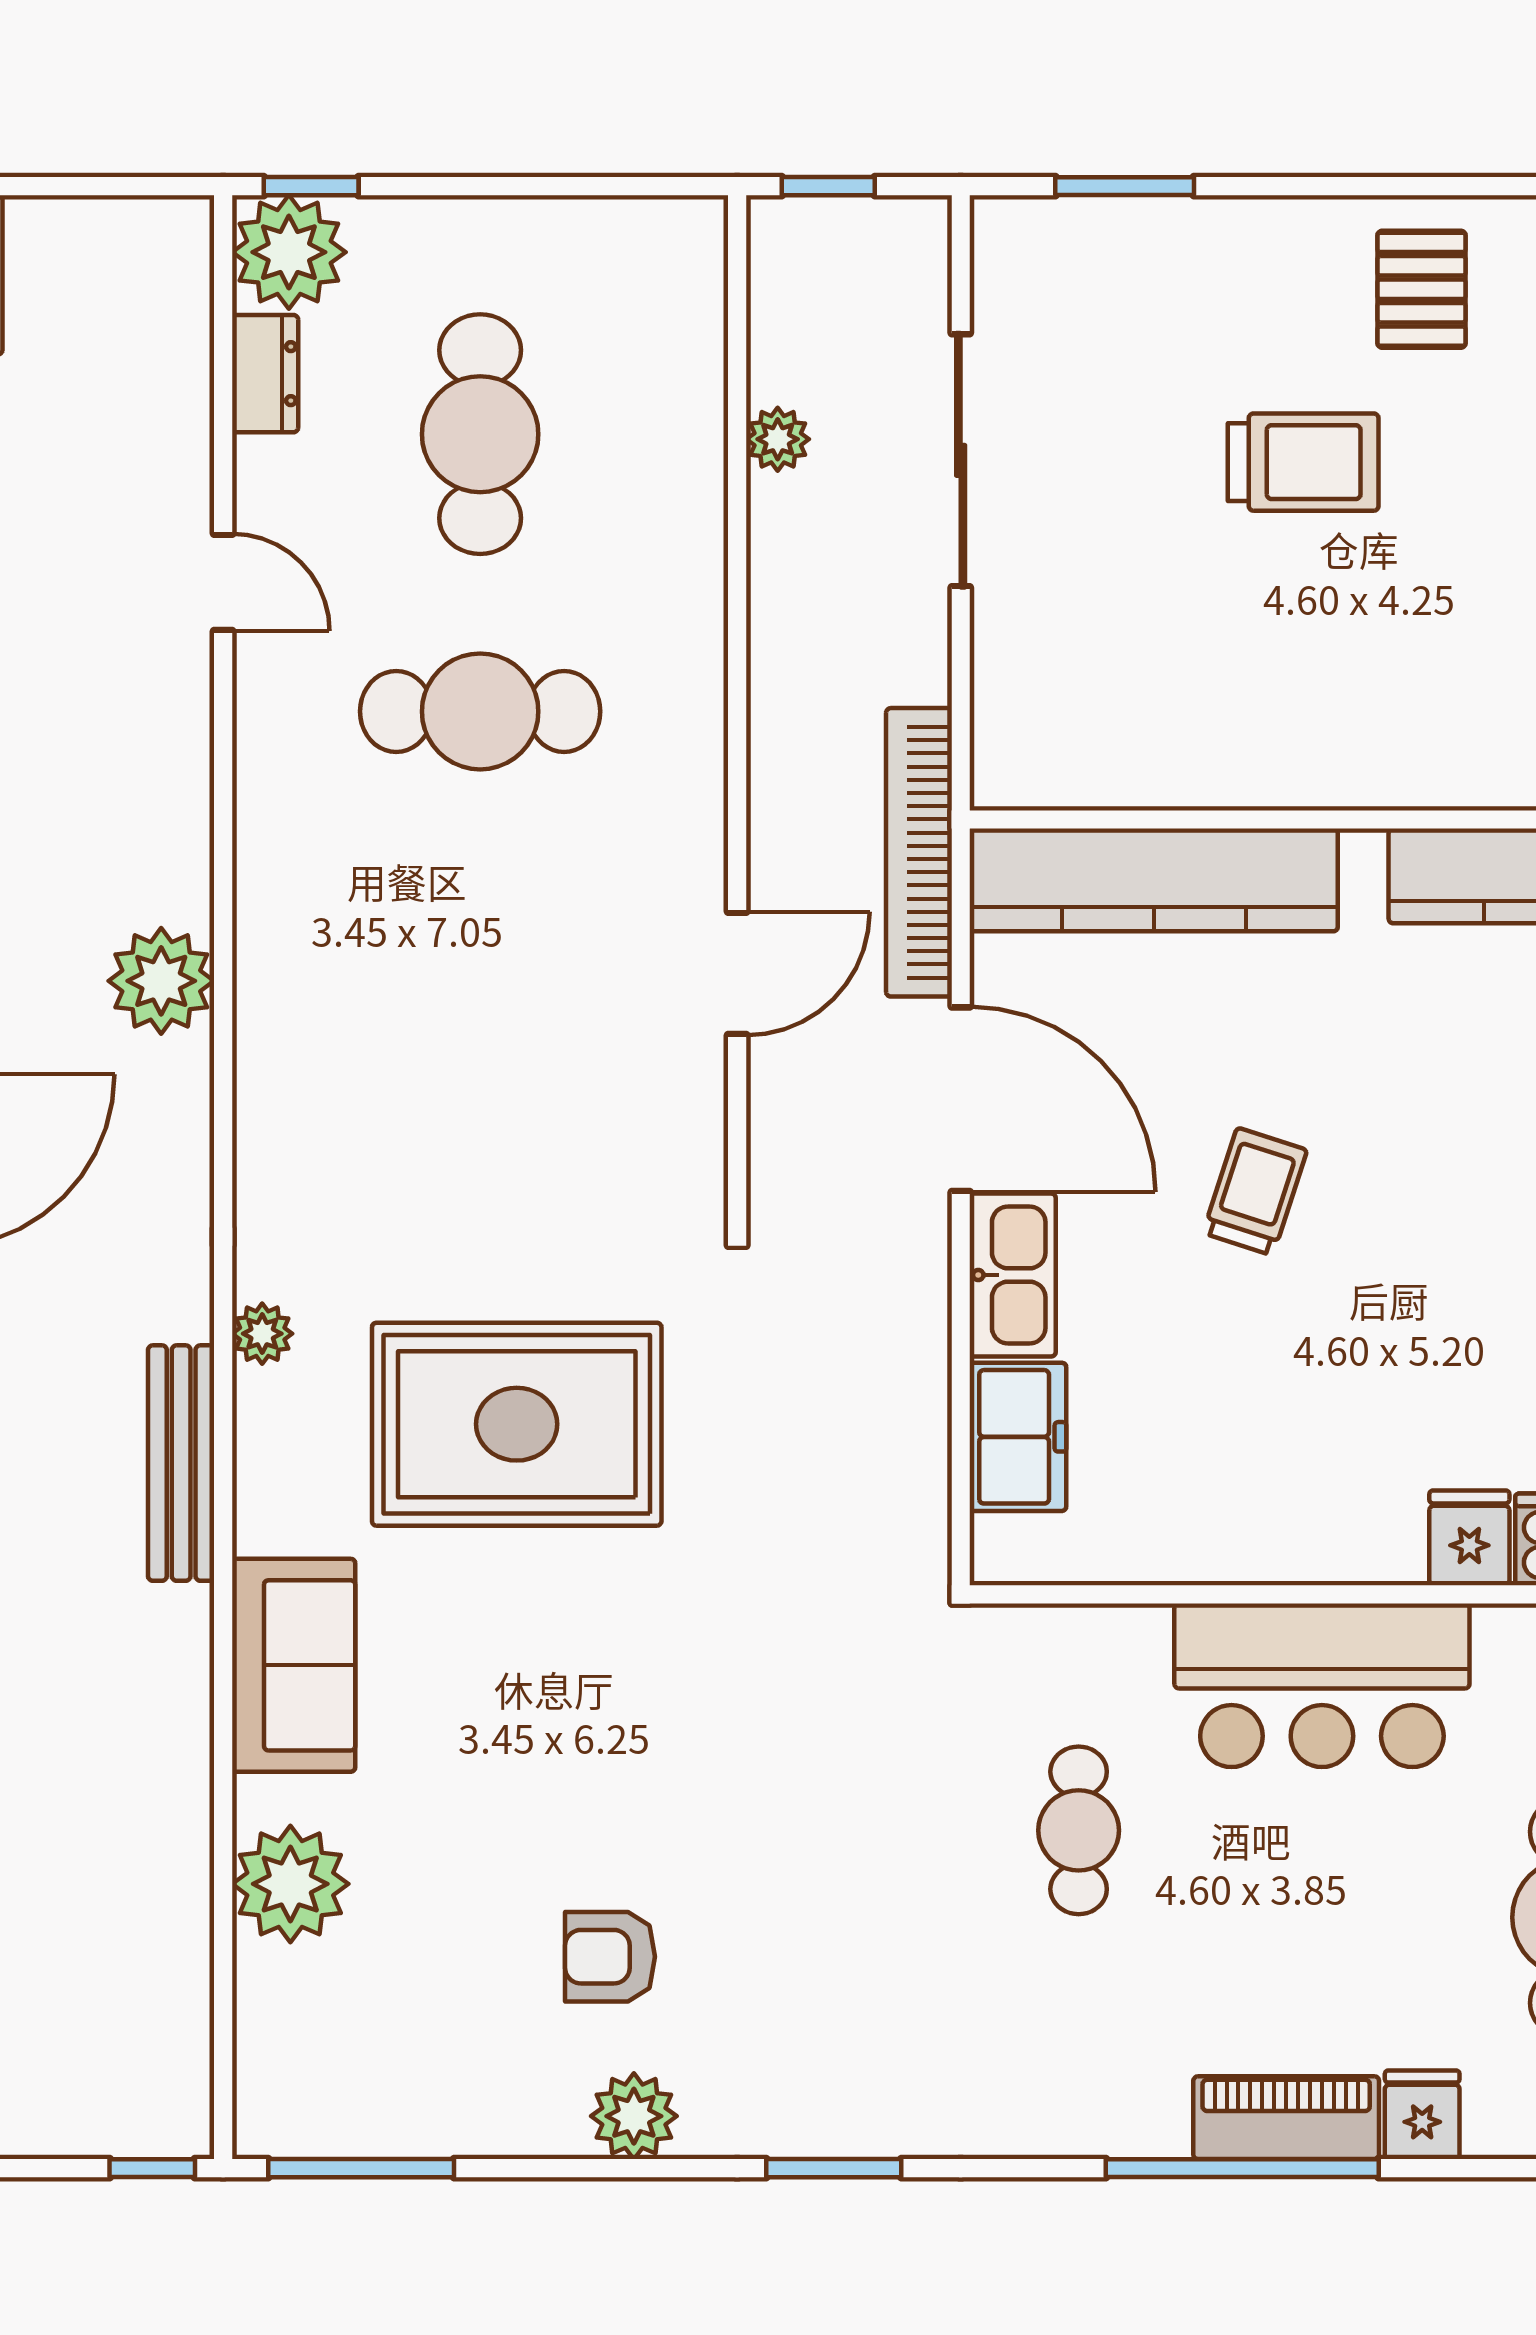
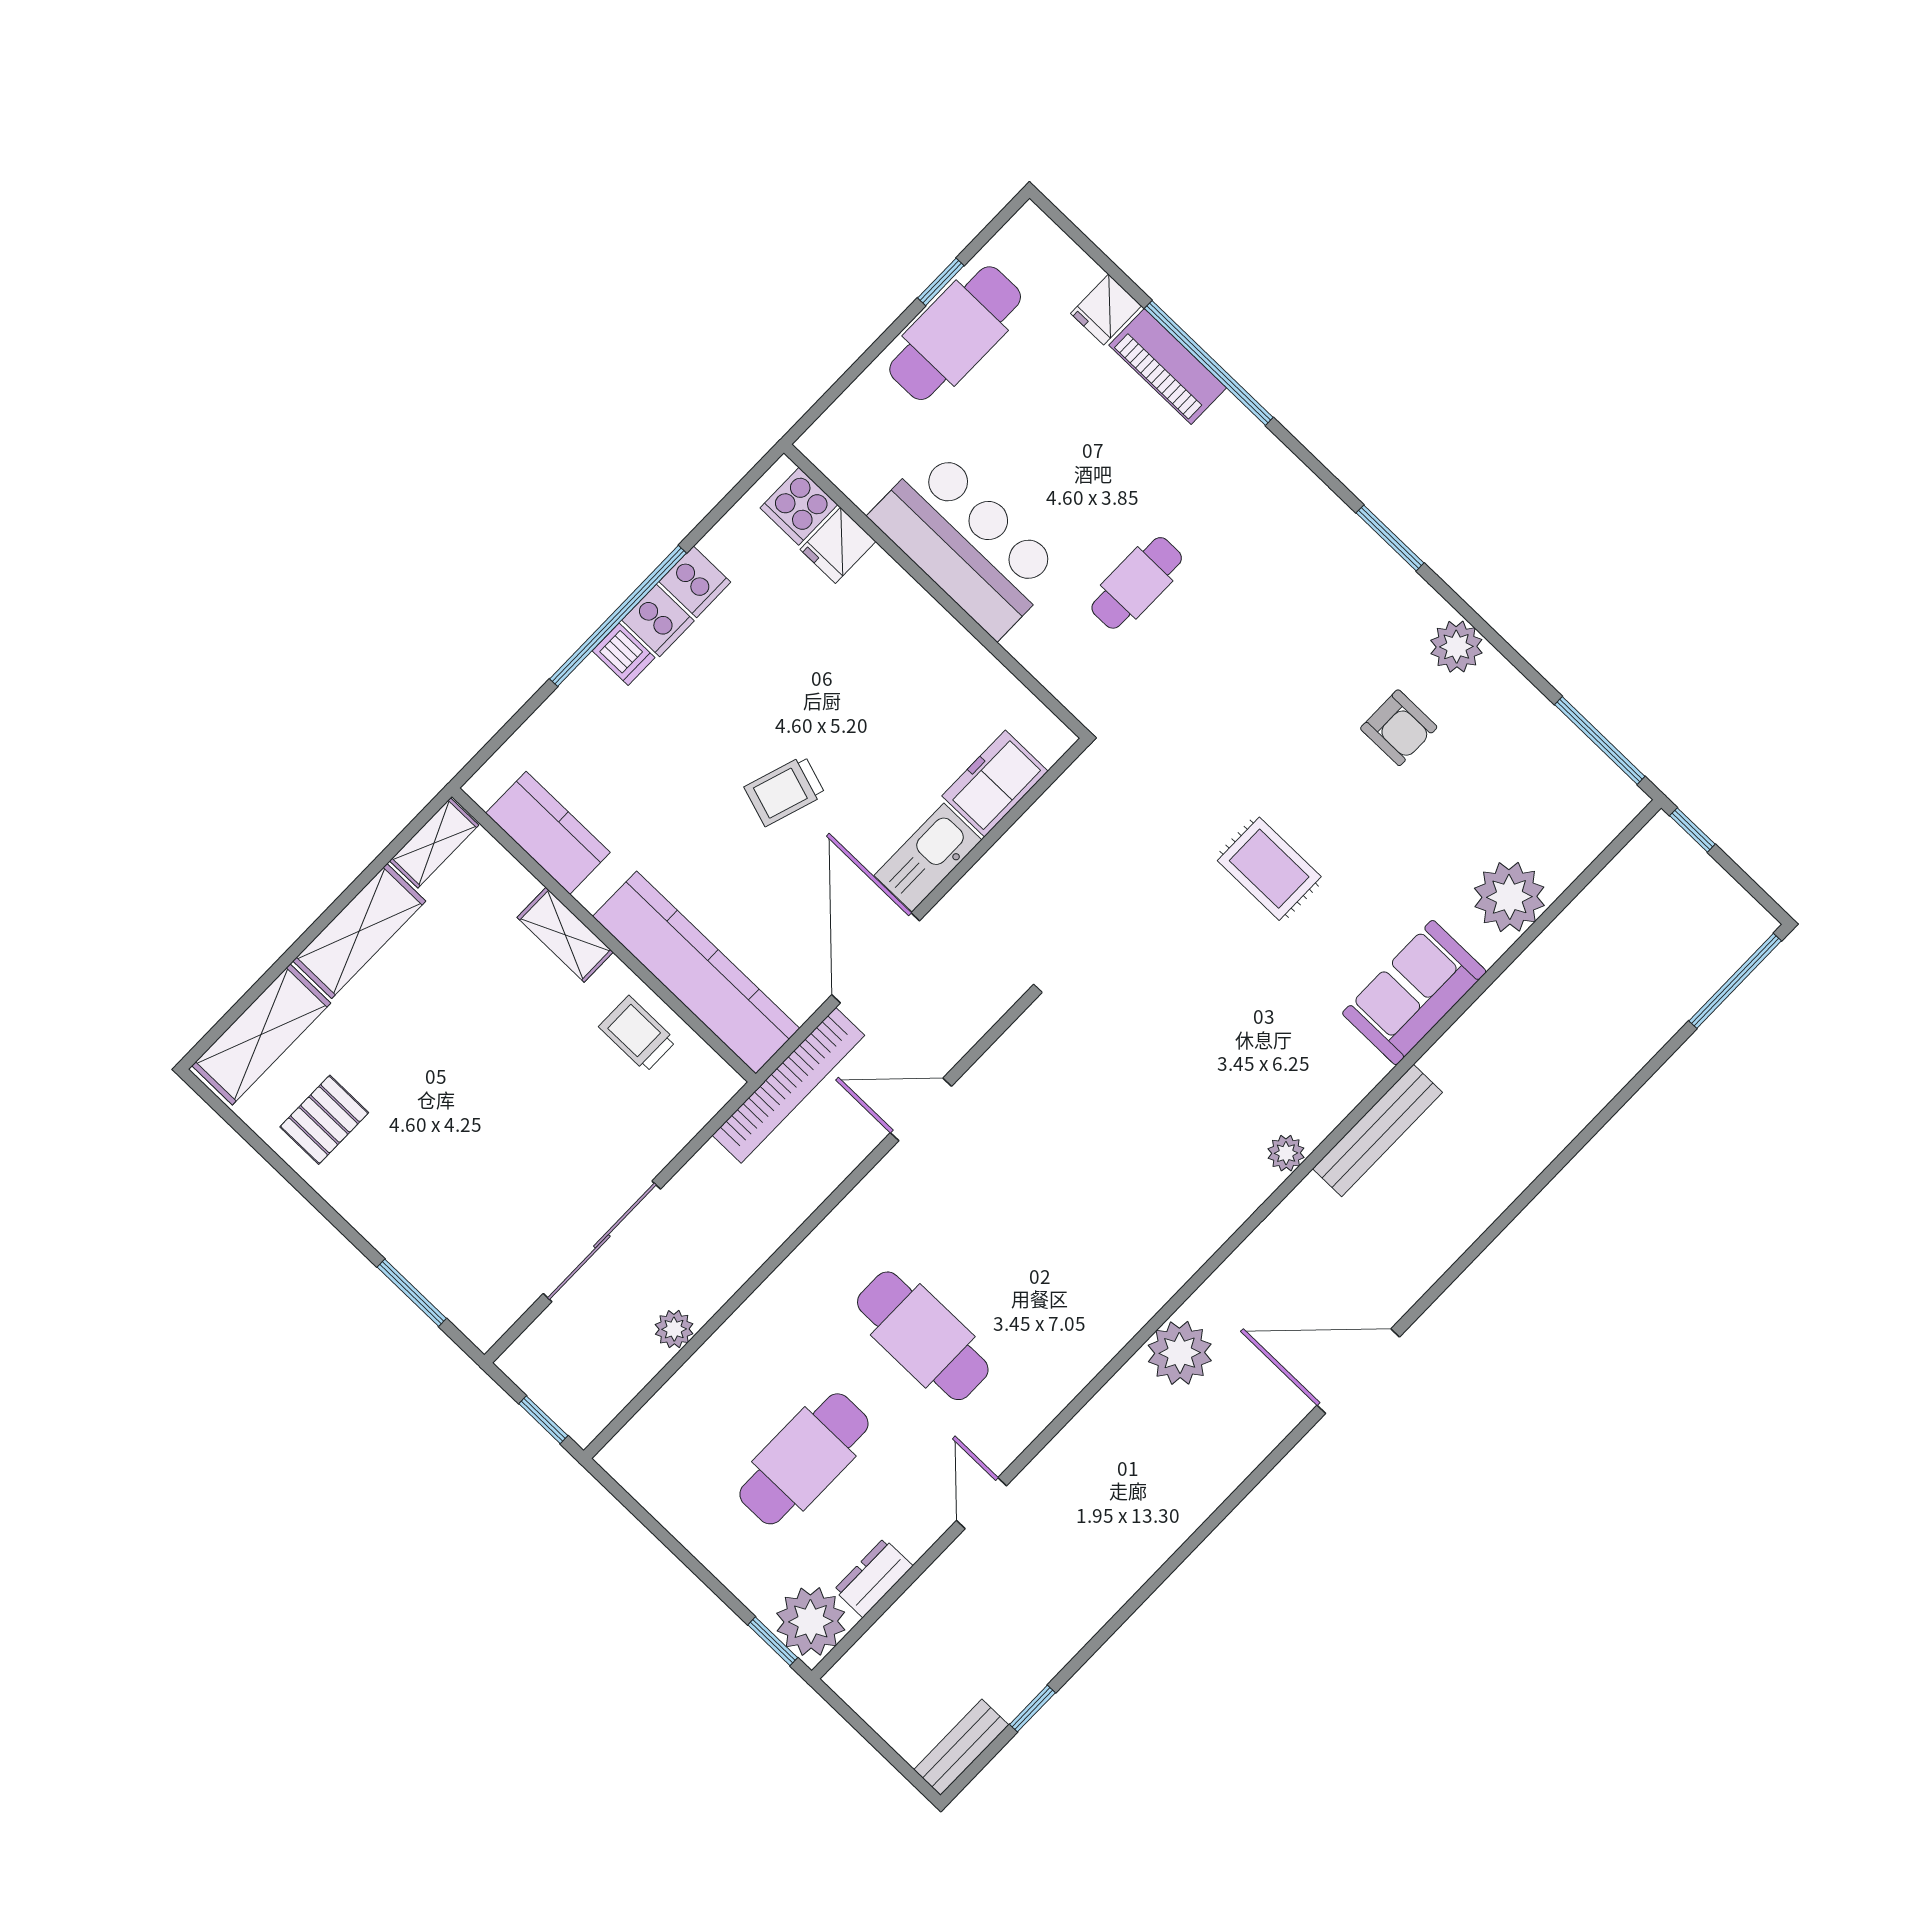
trolley: (1303, 462) -> (637, 1034), moved, width x0.73, depth x0.72
shelving: (1349, 776) -> (565, 935), added
rug: (517, 1424) -> (1269, 869), moved, width x0.54, depth x0.49

